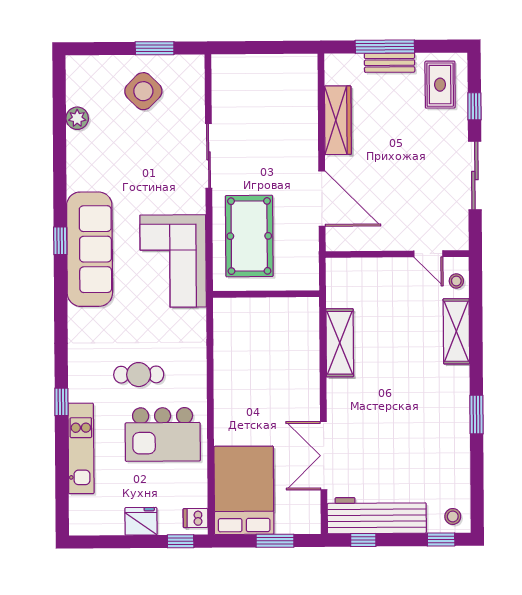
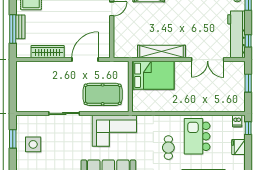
side table: (143, 91) -> (33, 144), turned 45
shelving: (340, 343) -> (161, 52), width x1.47
kitchen island: (163, 434) -> (197, 136), turned 180
bed: (244, 490) -> (153, 75), moved, turned 180

